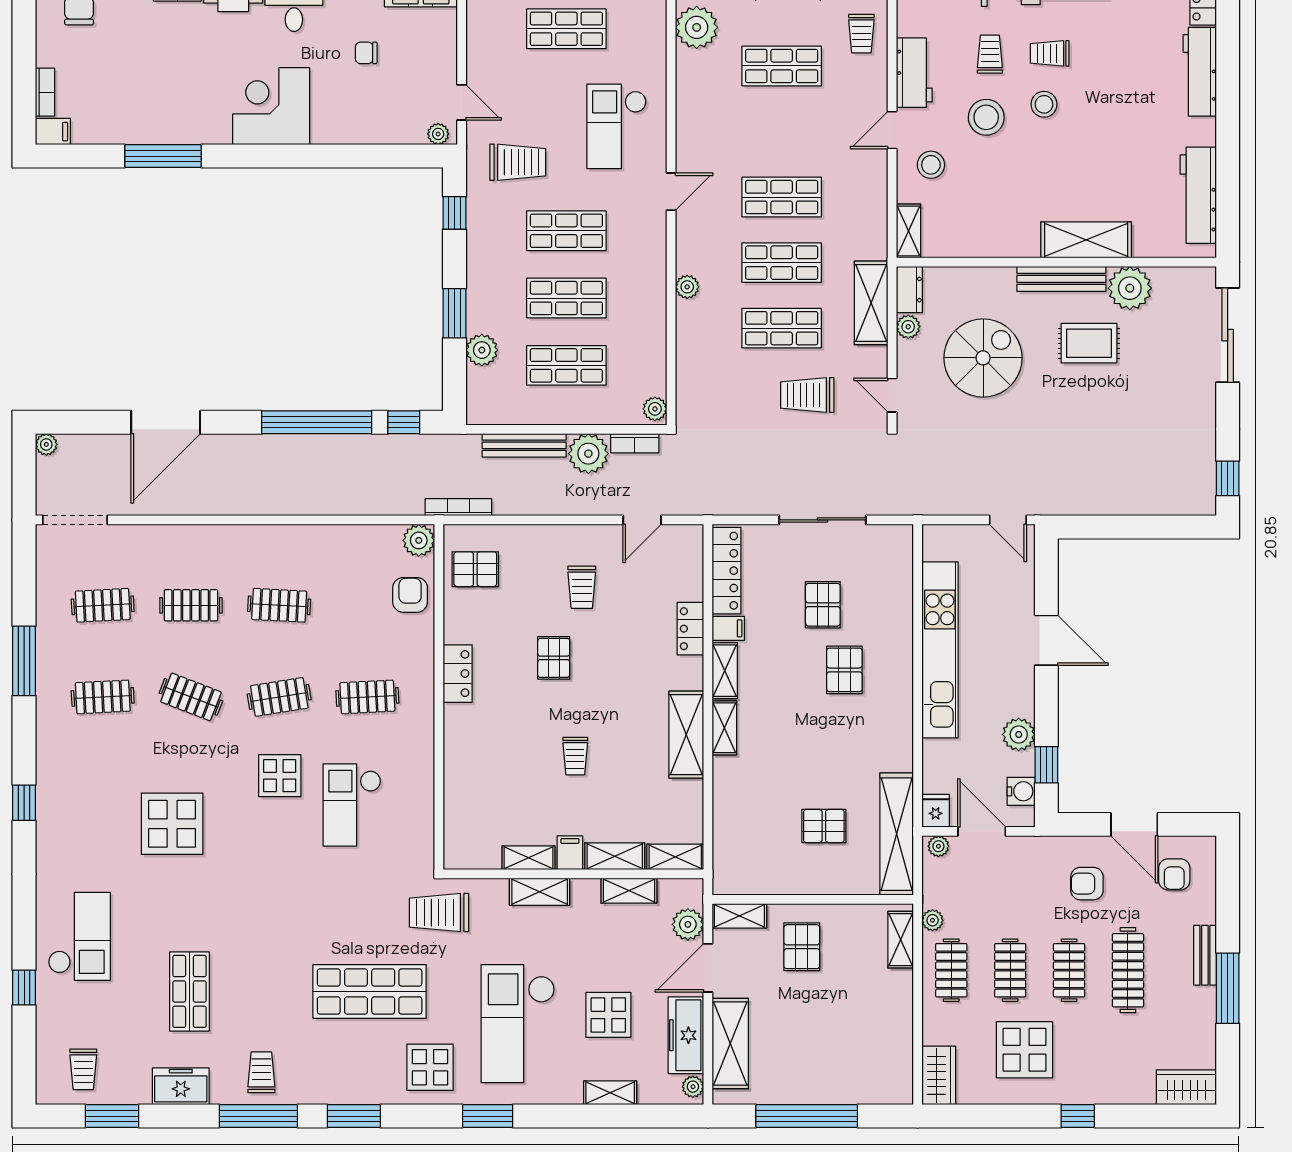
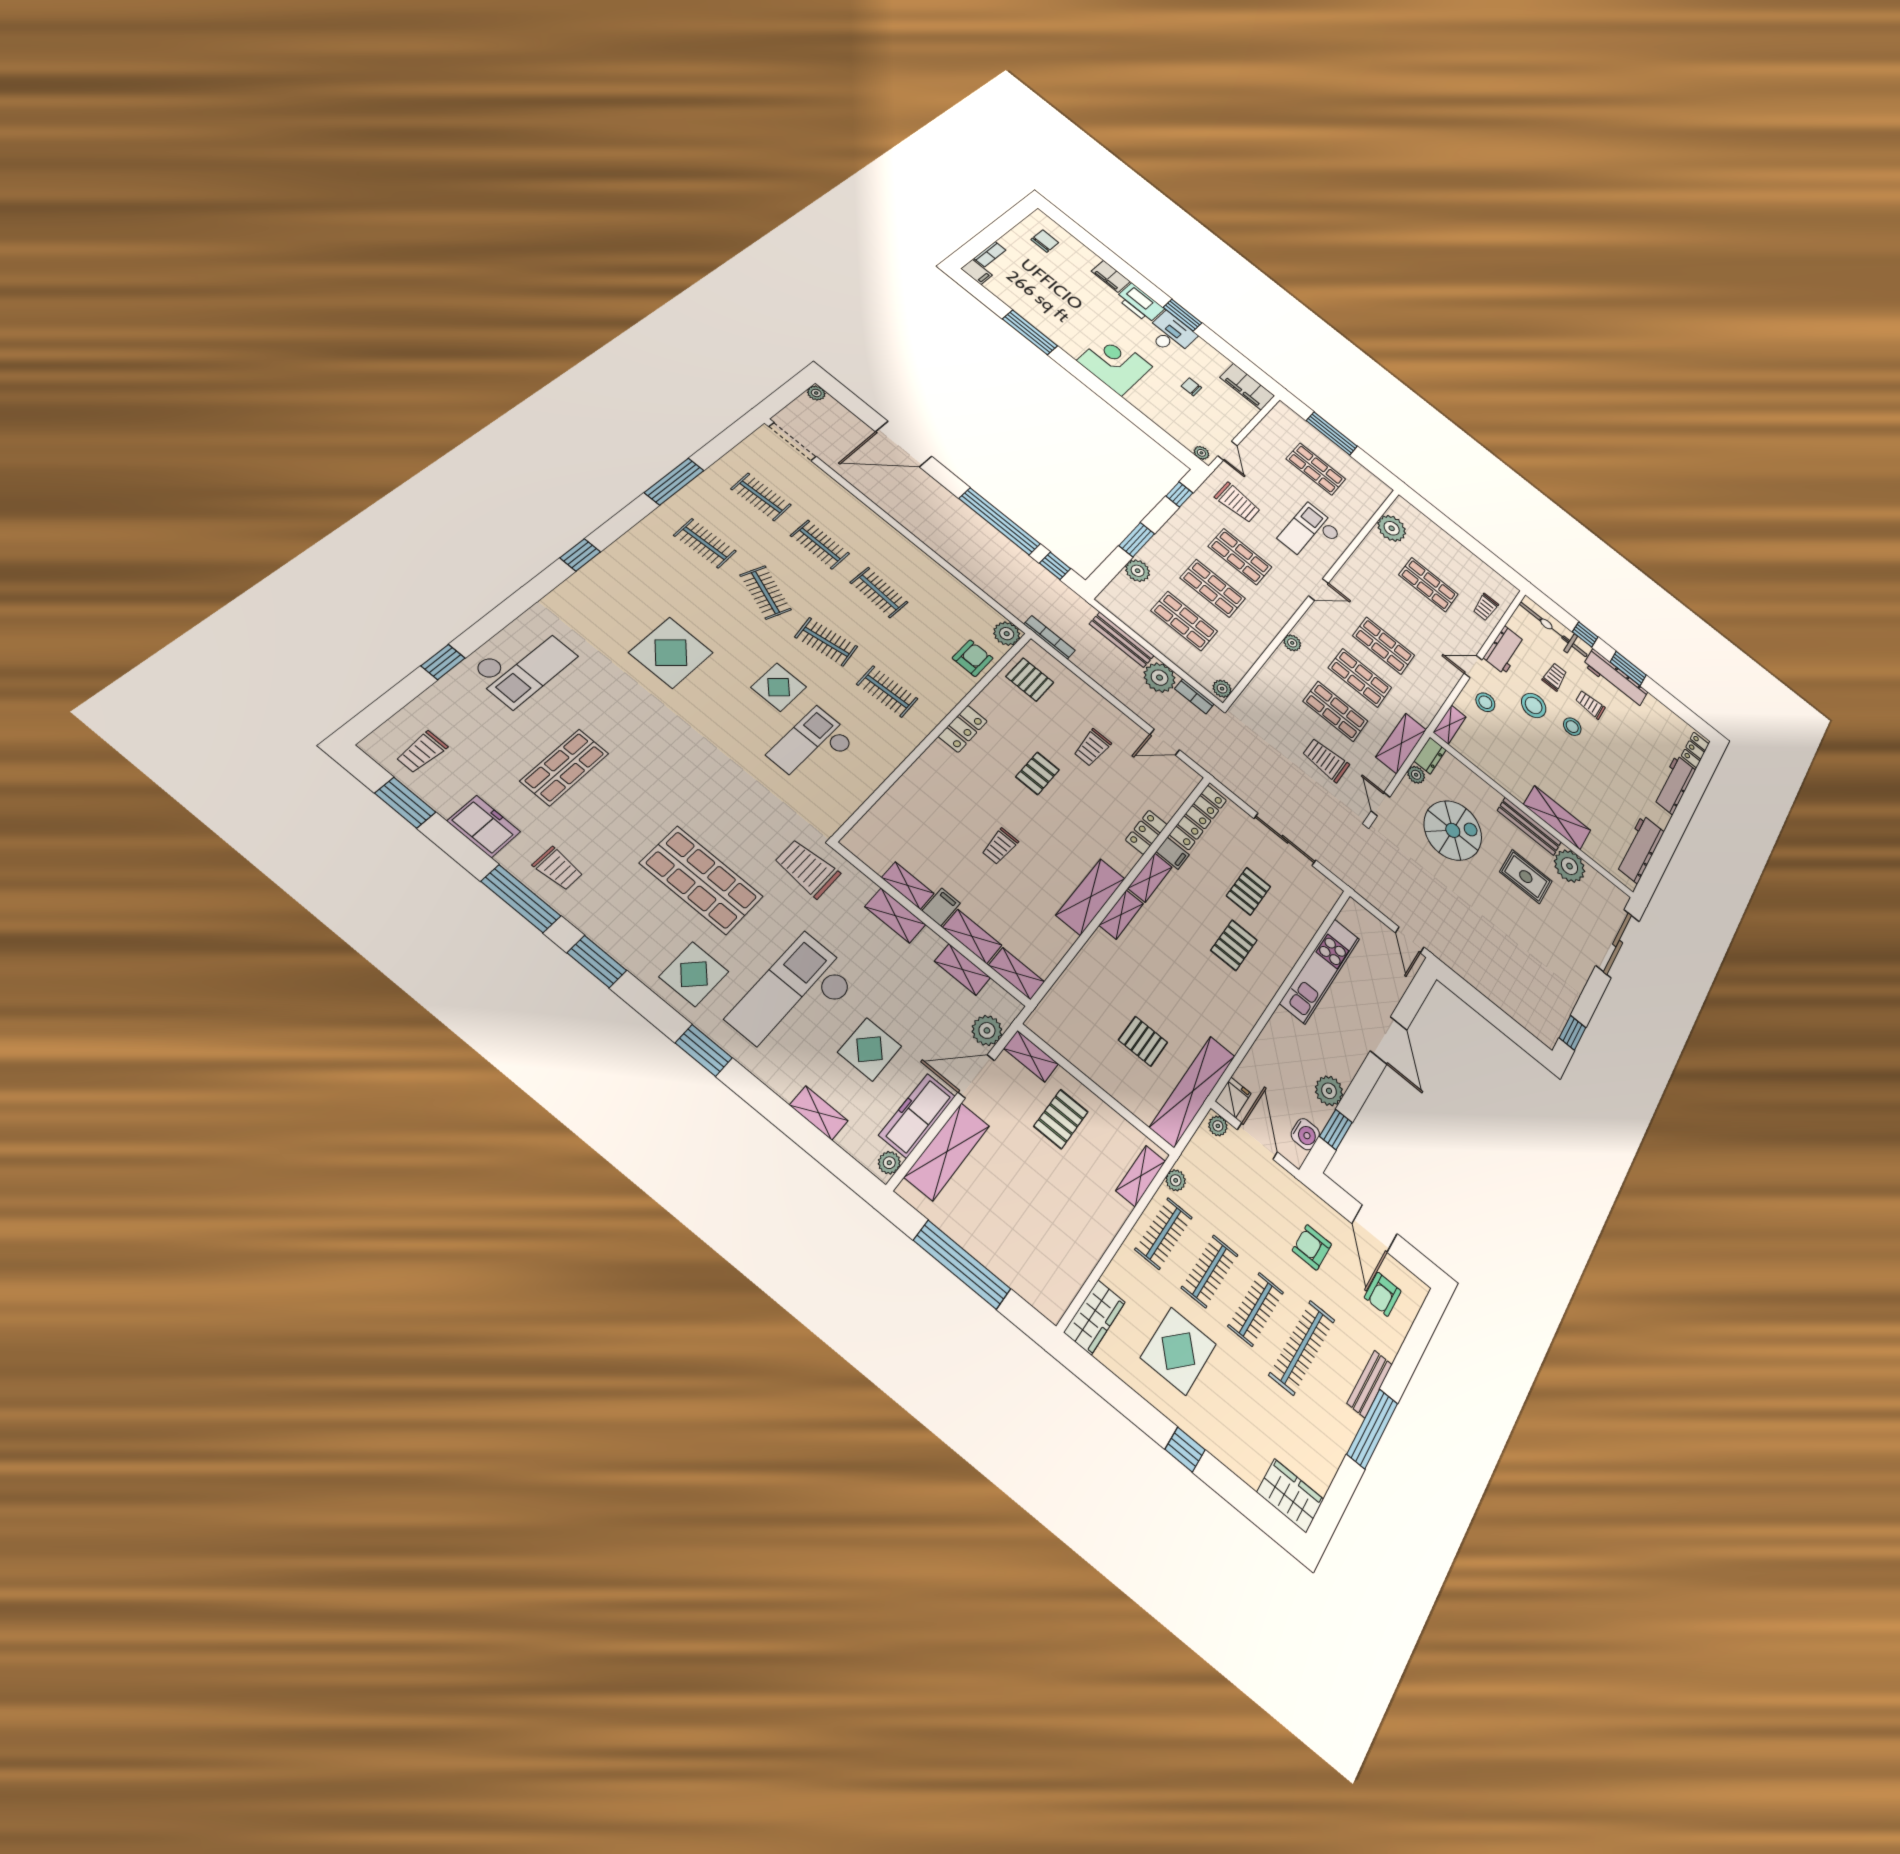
kitchen unit: (940, 650) -> (1320, 971), width x0.73
trolley: (261, 1072) -> (558, 869), turned 90

